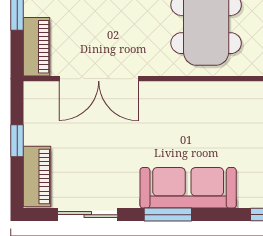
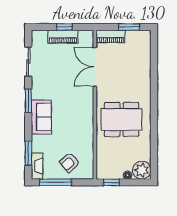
piano: (37, 176) -> (63, 37), moved
sofa: (188, 188) -> (41, 117), width x0.73

